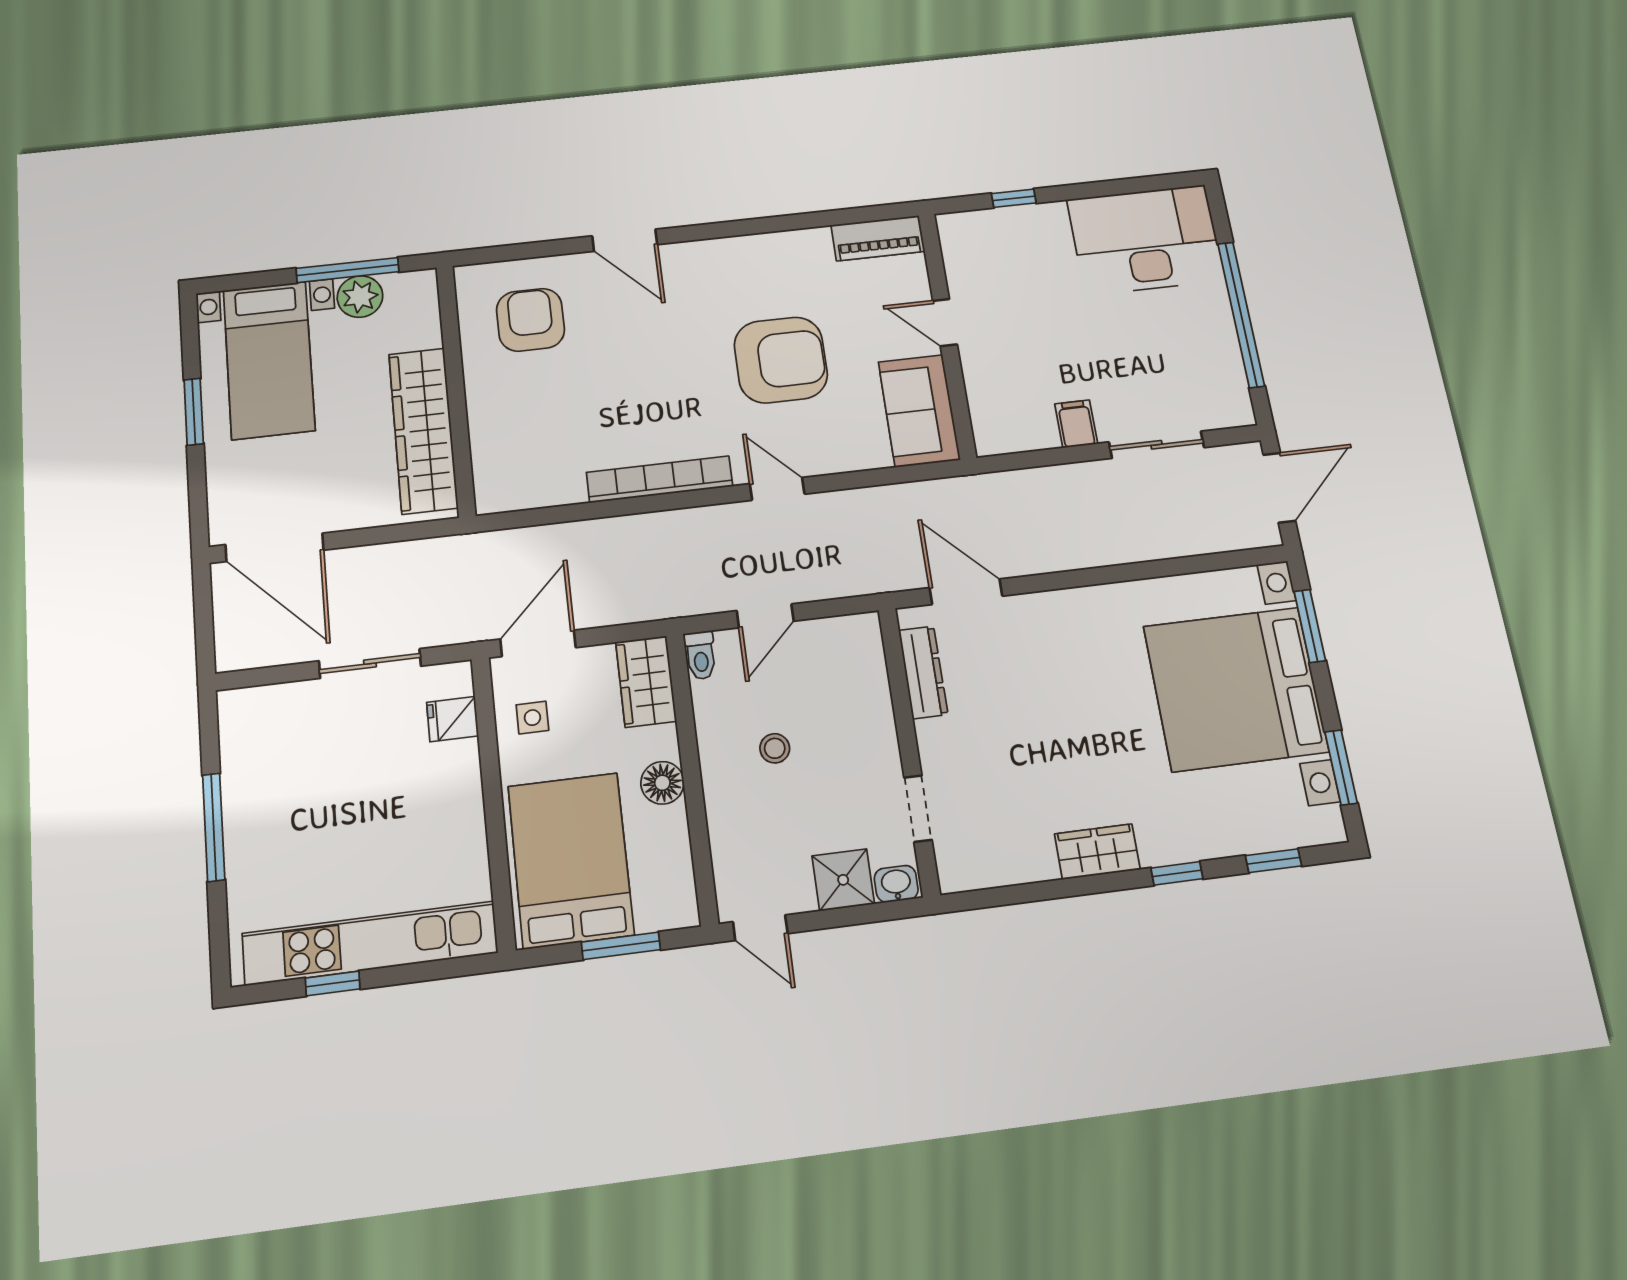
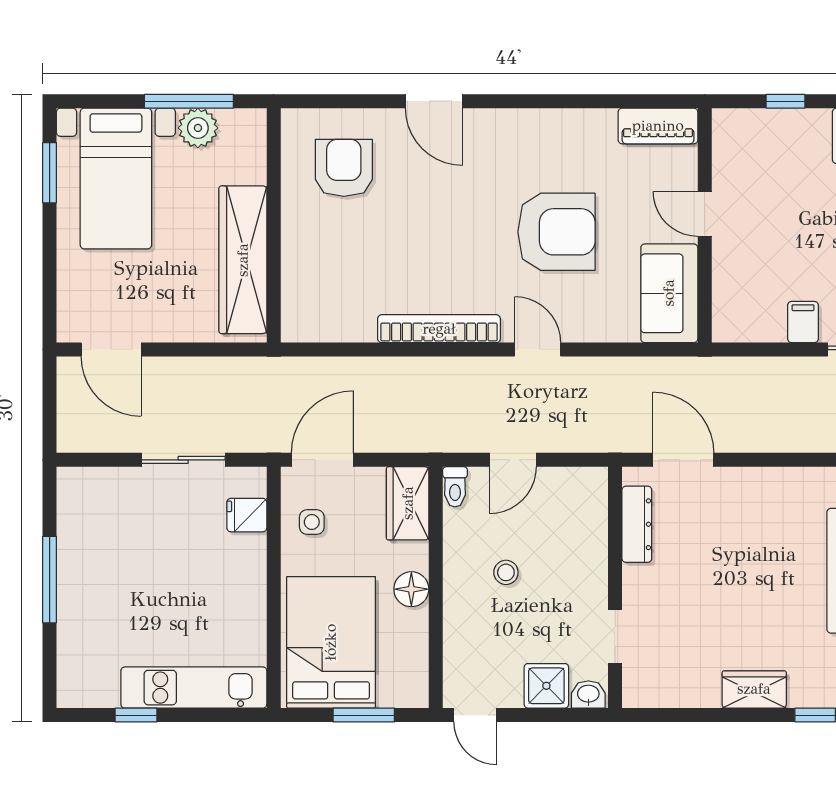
window: (194, 412) -> (50, 173), moved
door: (274, 547) -> (111, 350), width x0.73
kitchen unit: (370, 943) -> (194, 688), width x0.73

